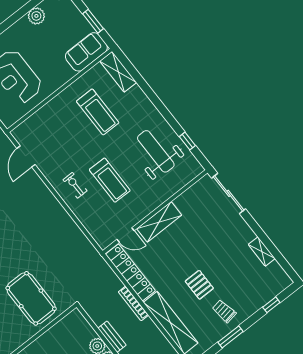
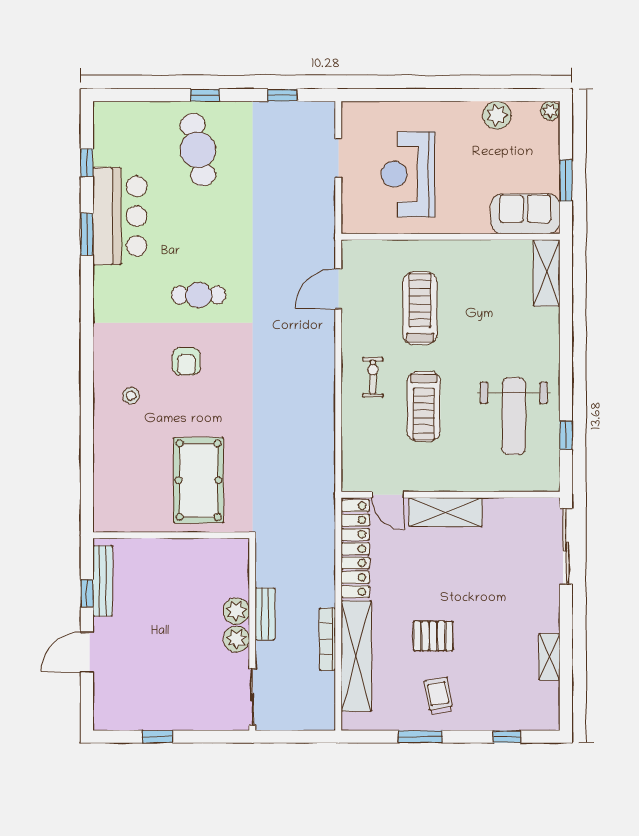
treadmill: (98, 112) -> (420, 308), moved, turned 180
weight bench: (156, 151) -> (514, 416), turned 180
pallet: (199, 285) -> (433, 636), turned 90
bookcase: (133, 303) -> (327, 639), moved

